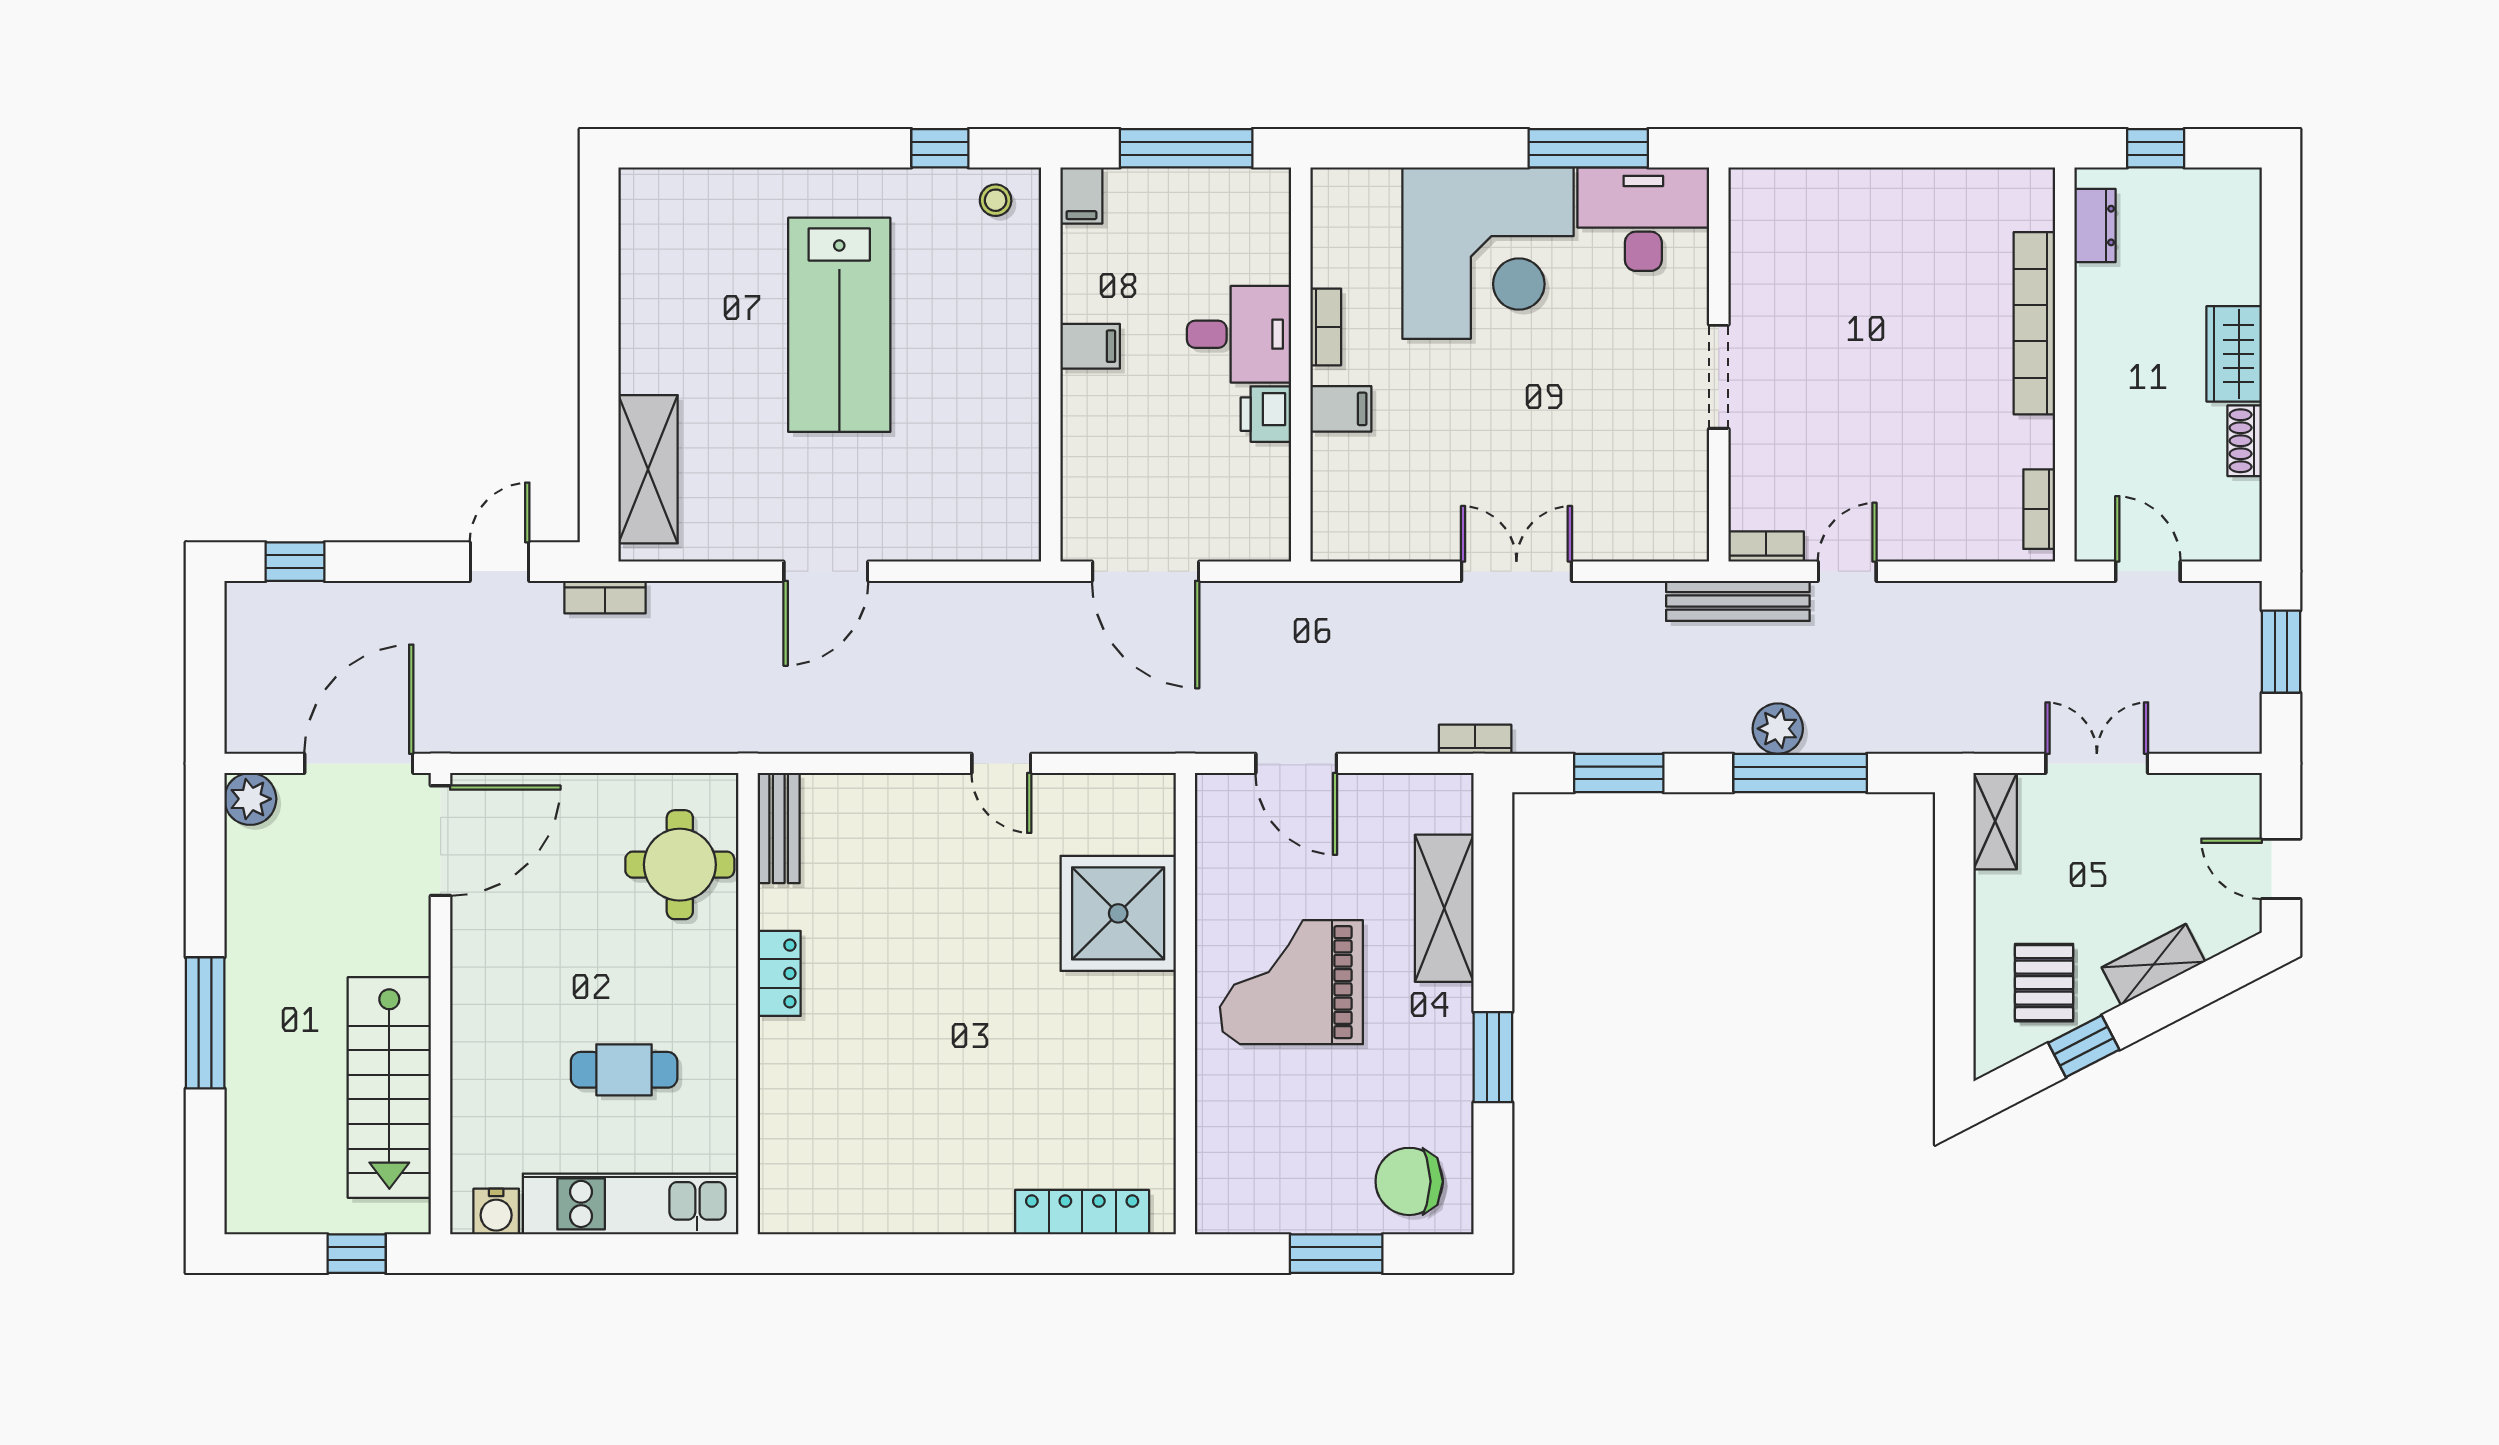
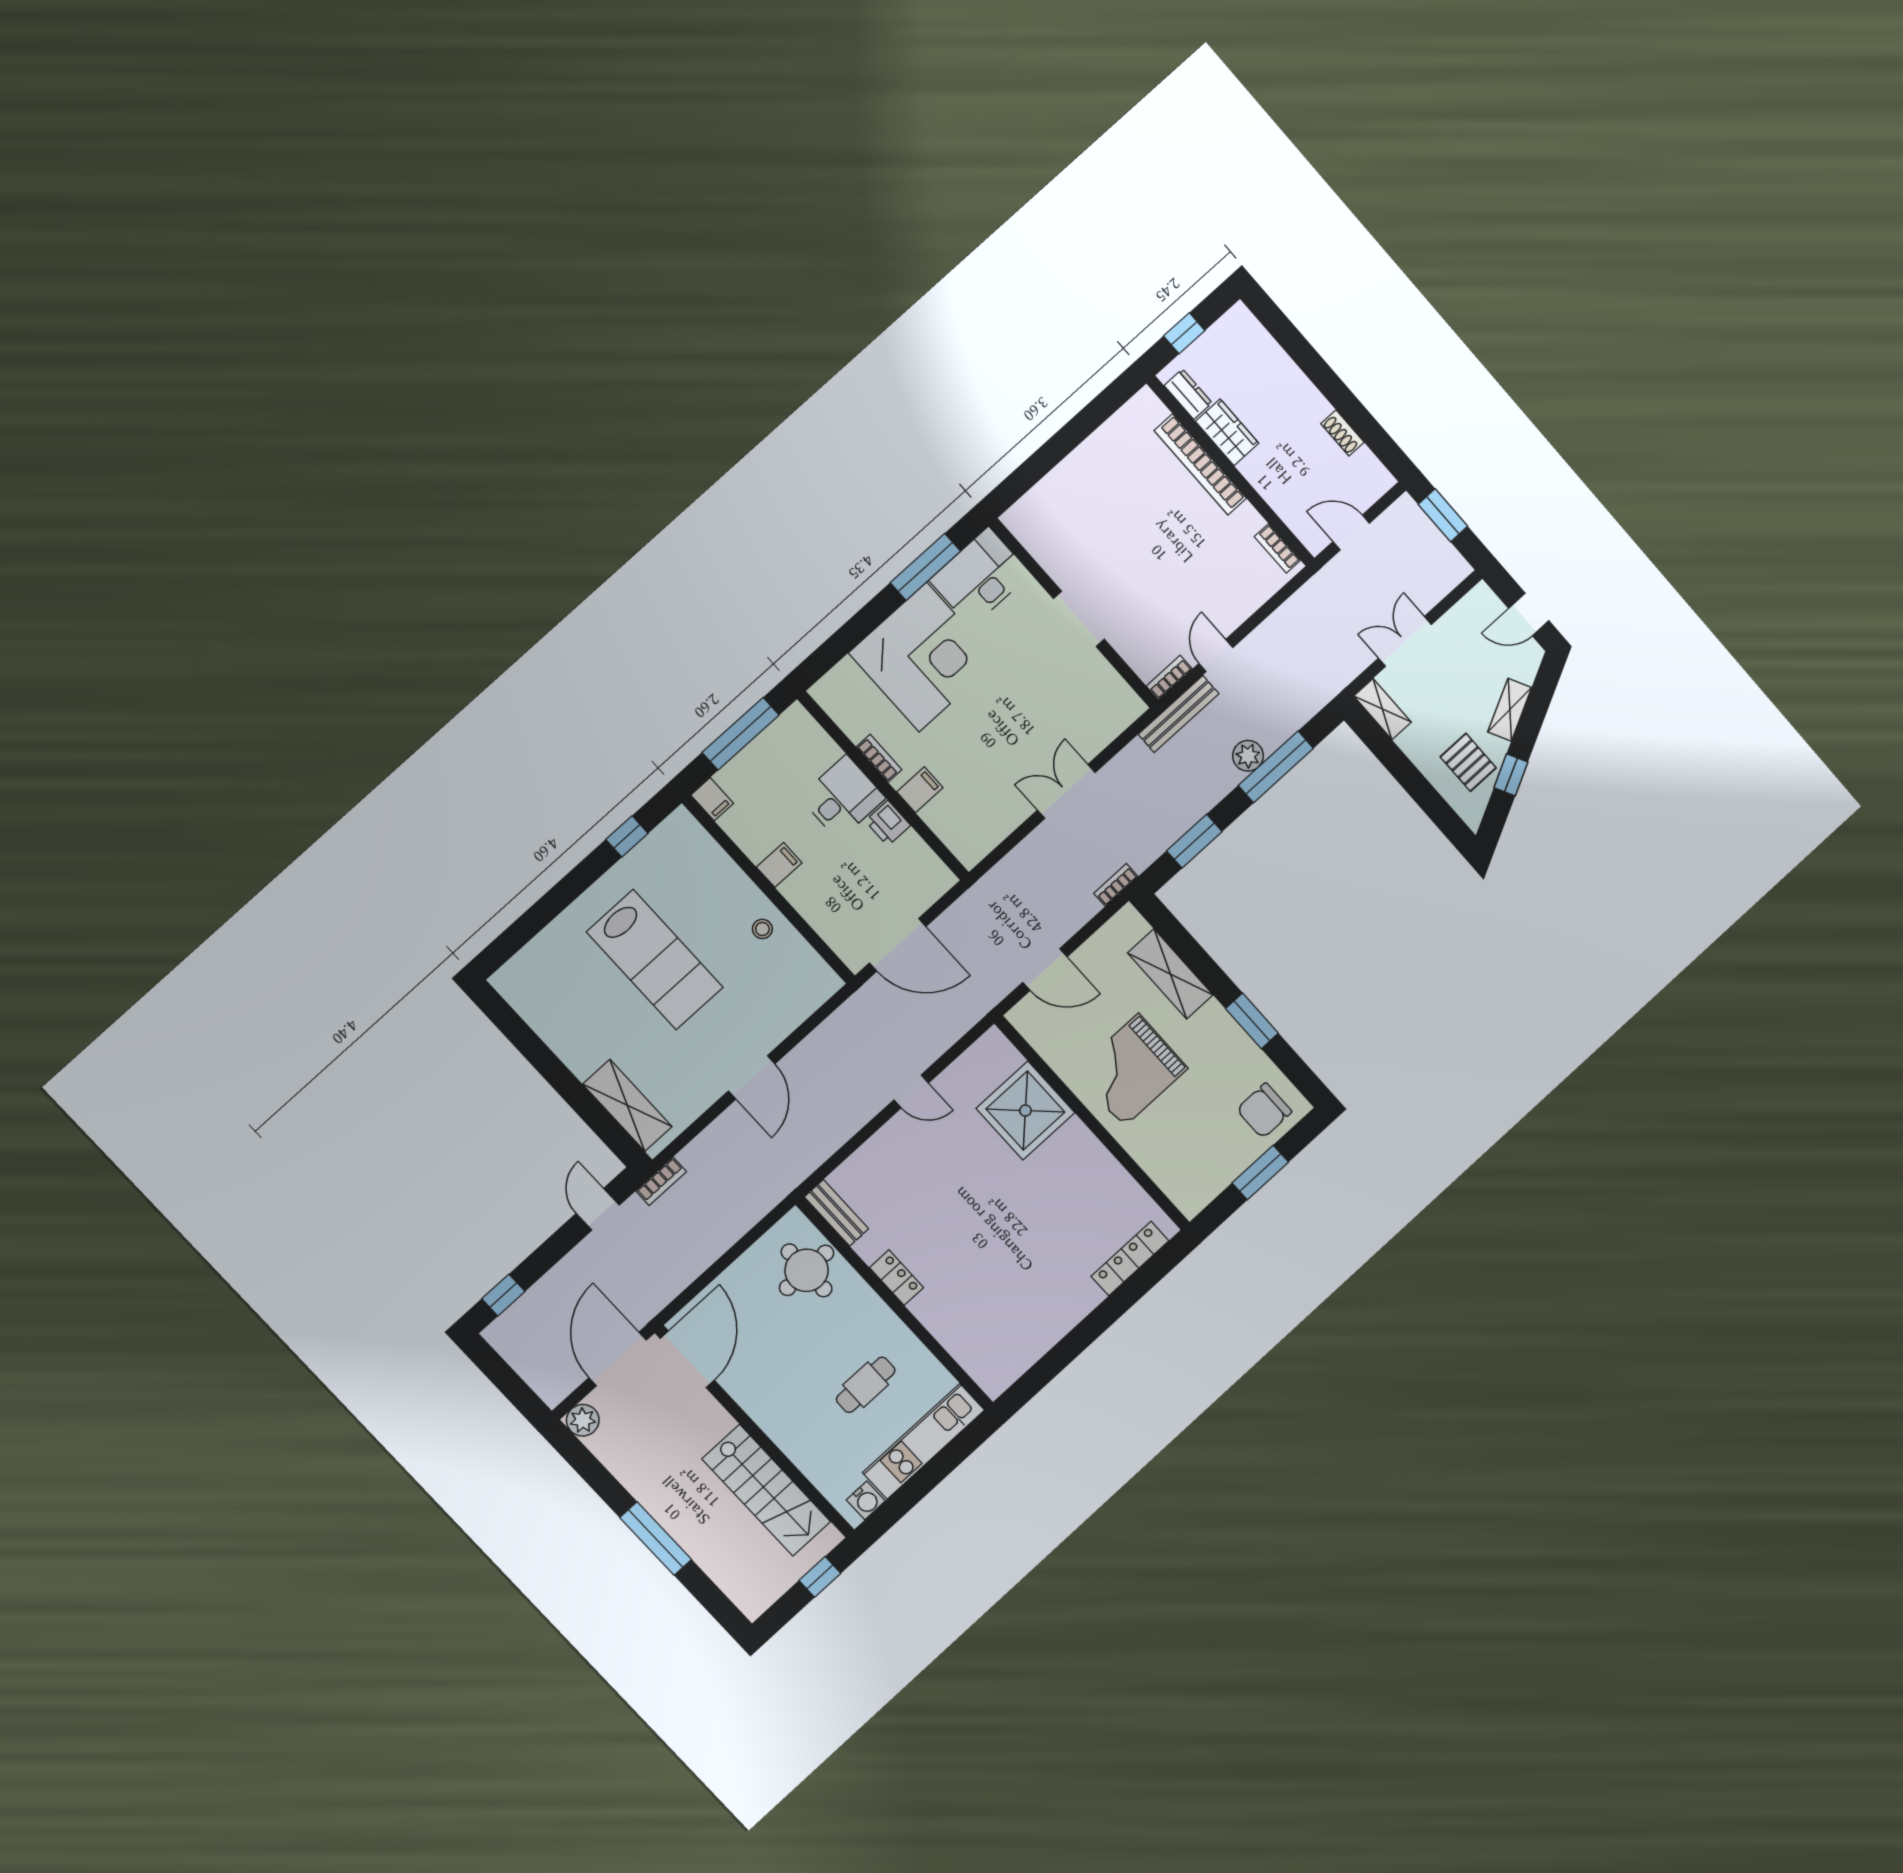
stool: (996, 200) -> (762, 929), moved
wardrobe: (2234, 354) -> (1227, 432), moved, turned 180

